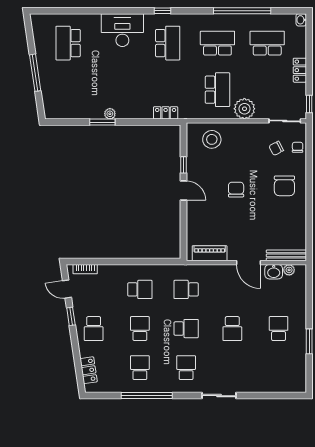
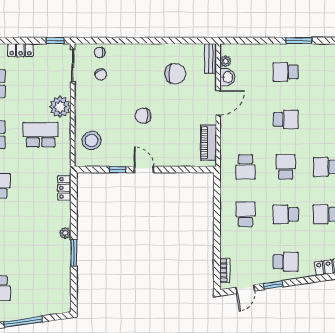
plant: (110, 114) -> (65, 233), moved
chair: (284, 186) -> (175, 74), moved
door: (184, 190) -> (144, 169), hinge flipped
bench: (286, 255) -> (211, 59), width x0.73

